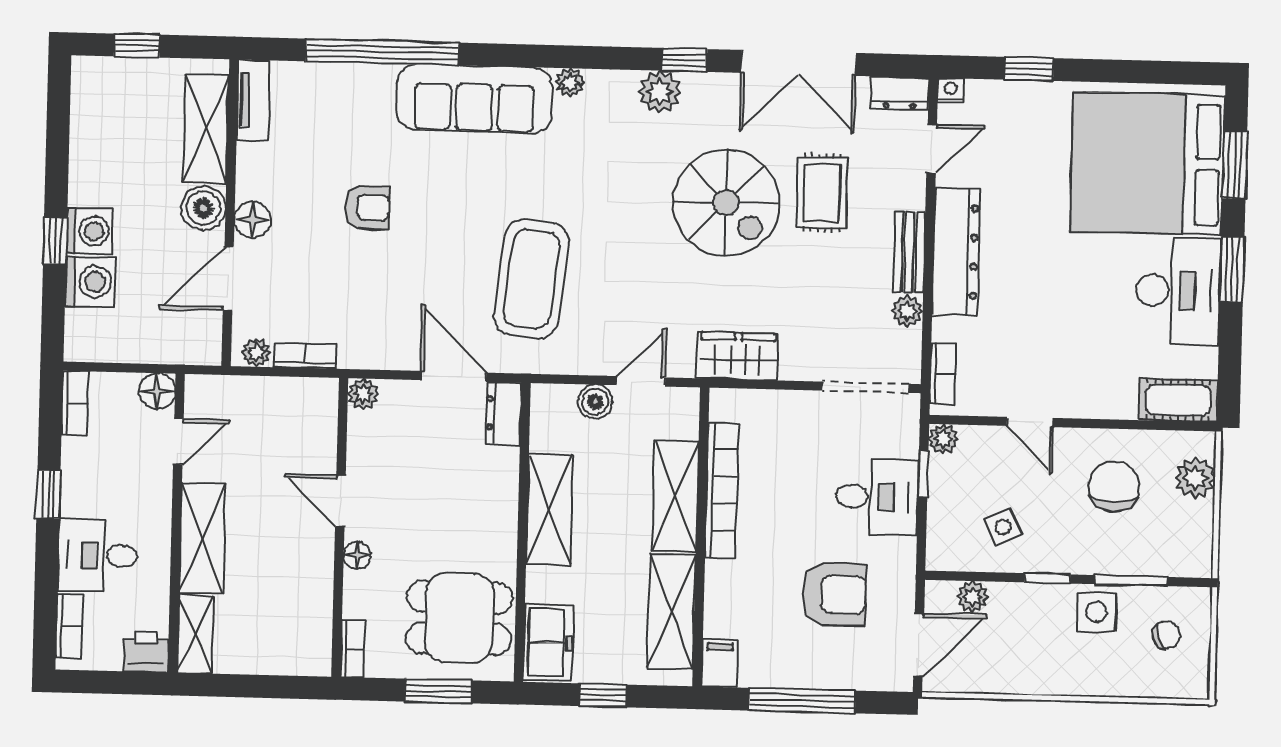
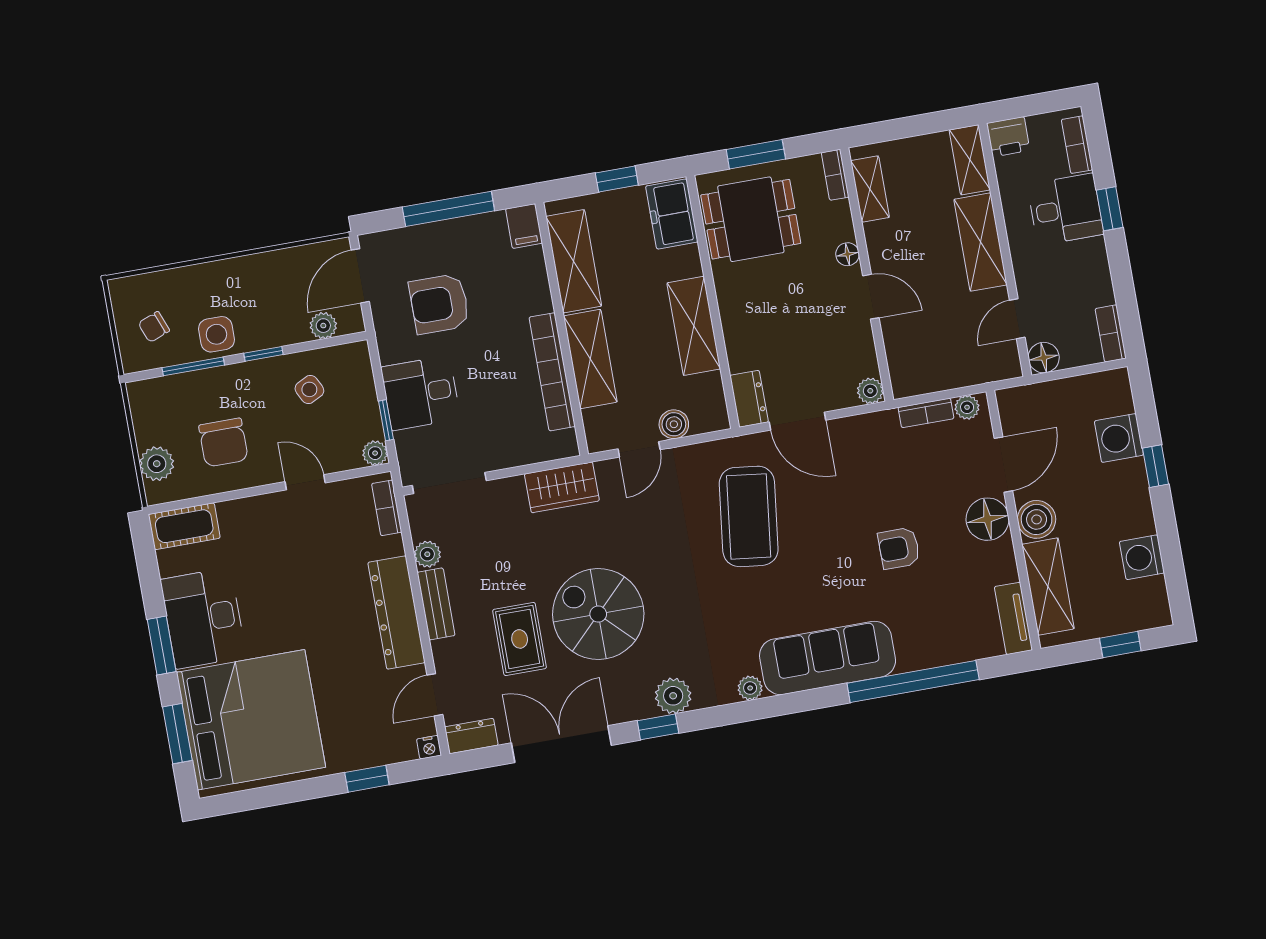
floor lamp: (252, 220) -> (987, 519), width x1.38, depth x1.38
washing machine: (89, 231) -> (1142, 557), moved
window: (48, 494) -> (1110, 209), moved
shelving: (316, 624) -> (870, 189), added

